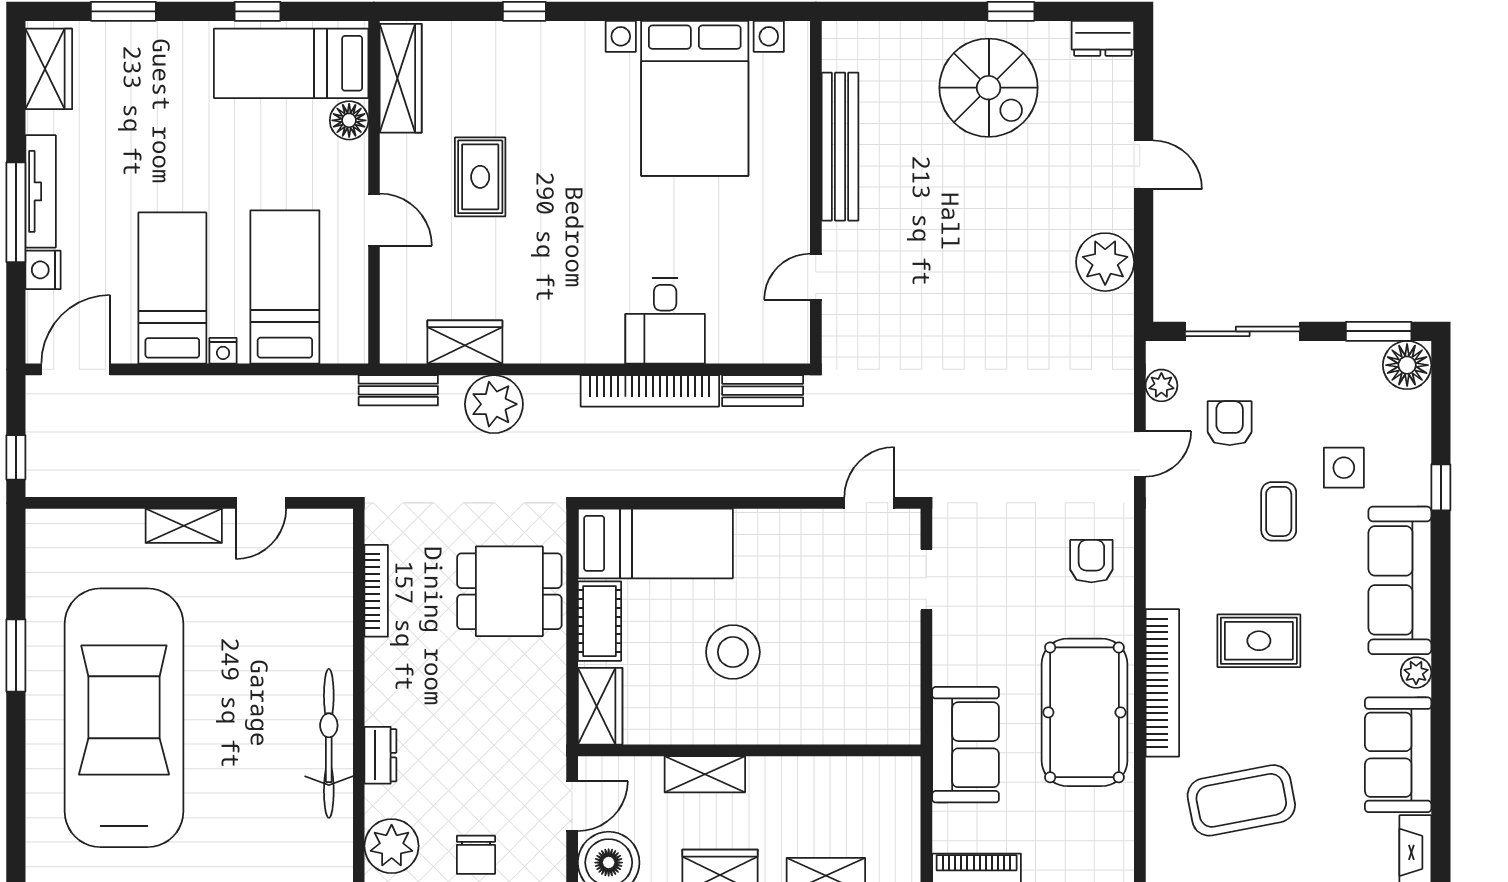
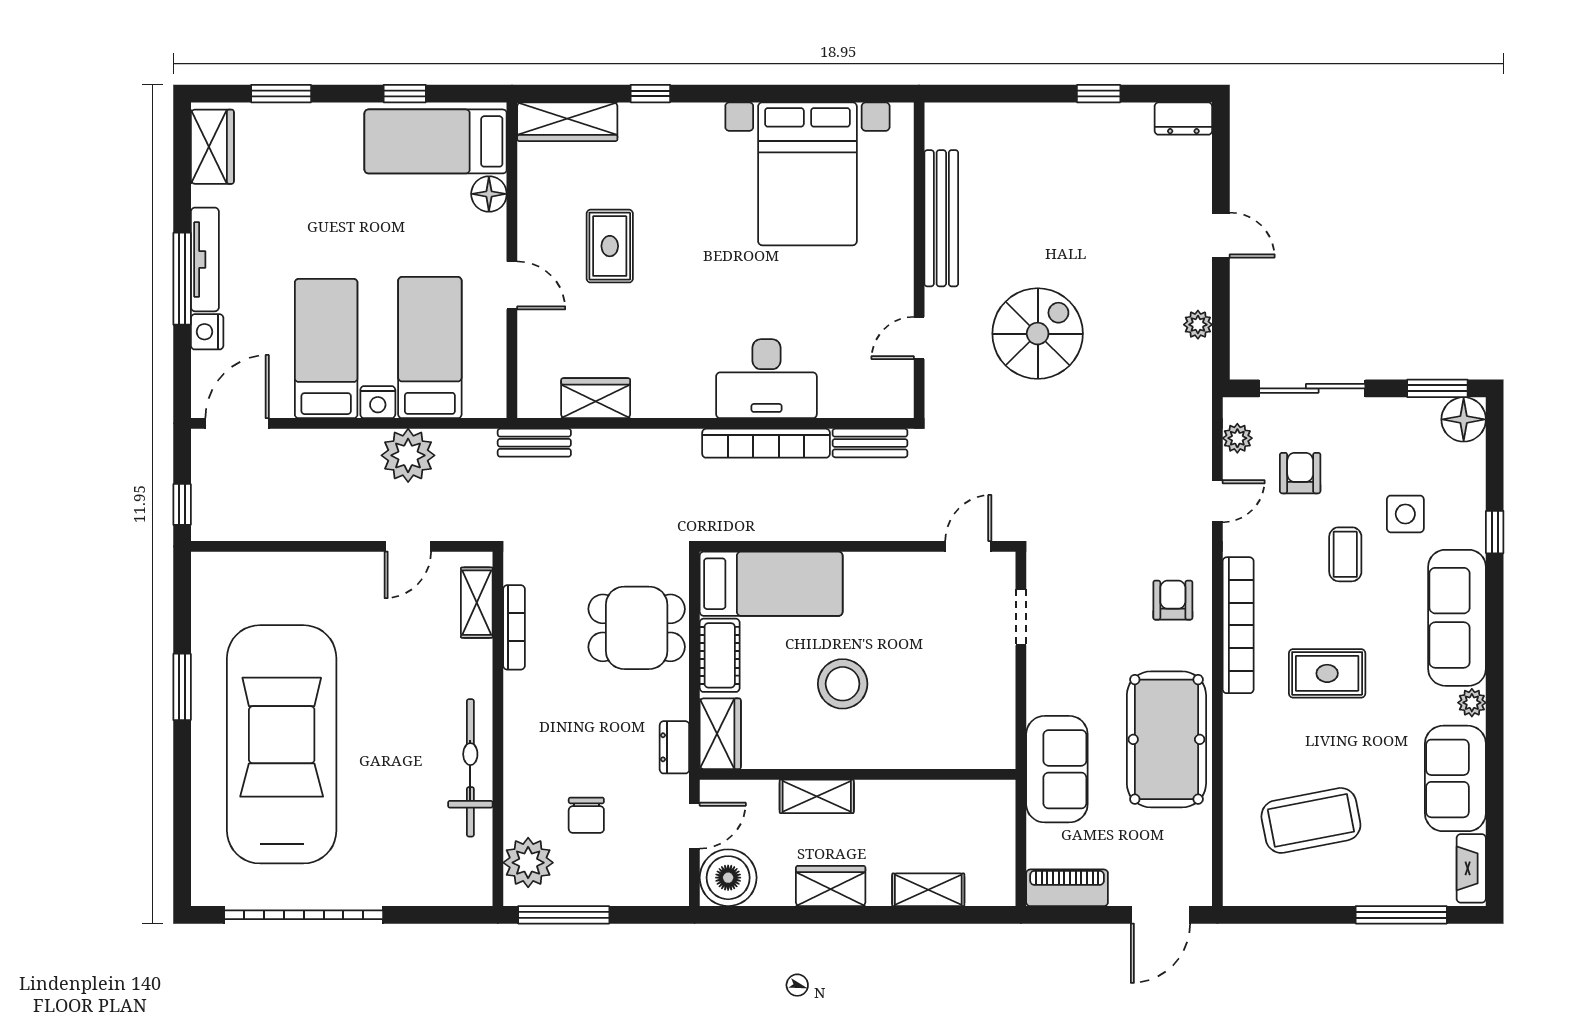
wardrobe: (401, 78) -> (567, 122), moved, turned 90
spiral stairs: (989, 88) -> (1038, 334), moved, turned -90
plant: (1105, 262) -> (1198, 325), width x0.53, depth x0.53
desk: (665, 321) -> (766, 379), width x1.37
nightstand: (223, 351) -> (378, 402), width x1.39, depth x1.35
plant: (494, 404) -> (408, 455), moved
shelving: (184, 526) -> (477, 603), moved, turned 90
bookcase: (1162, 683) -> (1238, 625), moved
dresser: (380, 755) -> (674, 747), moved, turned 180
chair: (476, 855) -> (586, 815), moved

